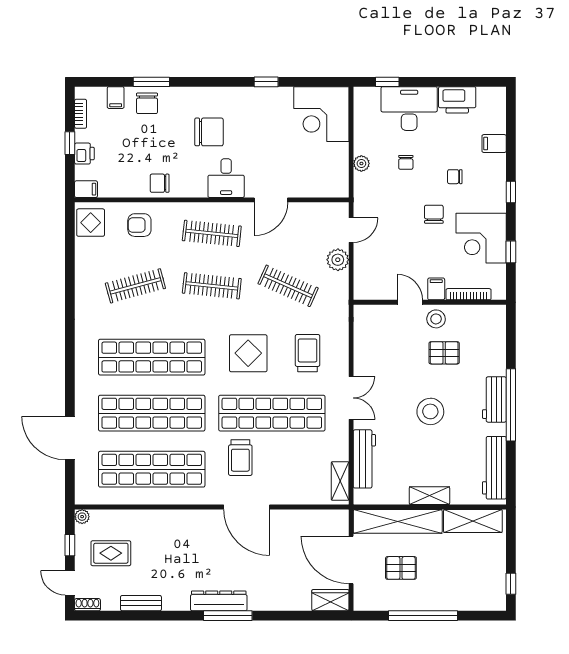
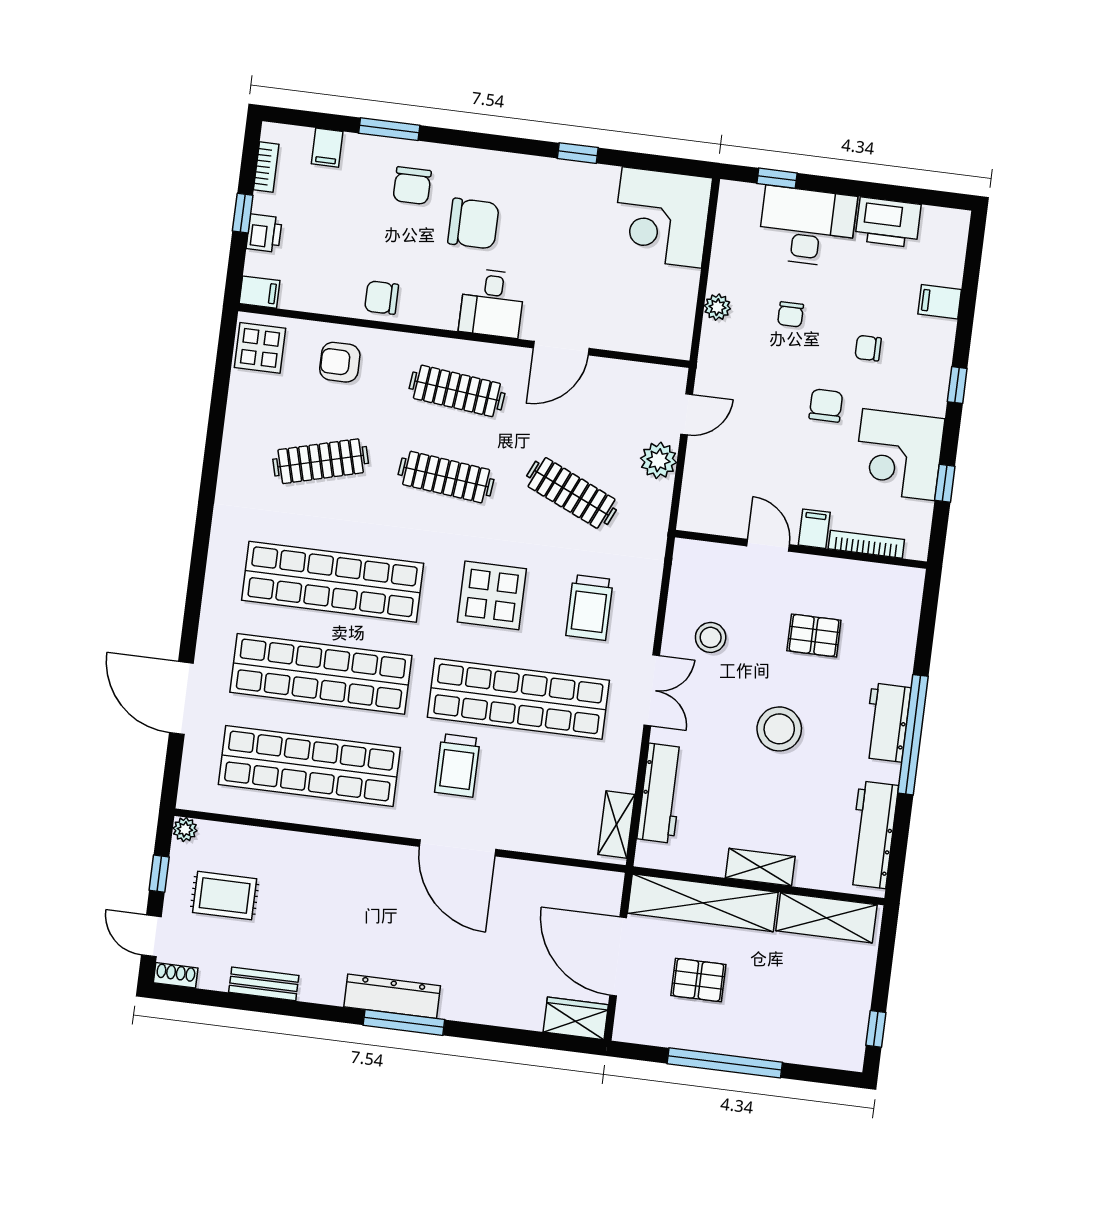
chair: (147, 103) -> (412, 186), moved
stool: (436, 319) -> (711, 637), moved
trolley: (308, 353) -> (590, 607), turned 180

